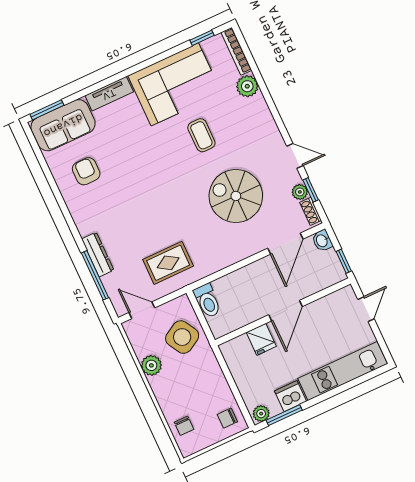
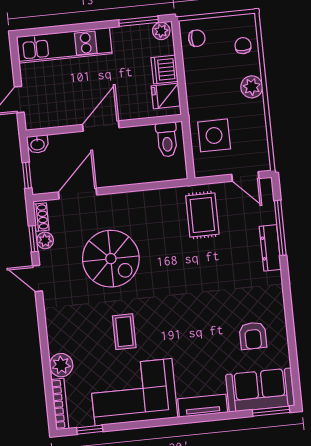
washbasin: (322, 241) -> (38, 144), moved, turned 90
window: (344, 261) -> (27, 175), moved
rug: (168, 263) -> (202, 215), turned 90
toilet: (207, 301) -> (167, 140), moved, turned 180
side table: (182, 337) -> (214, 135), turned 30
fridge: (261, 339) -> (166, 96), moved, turned -90
plant: (151, 365) -> (252, 87), moved
dishwasher: (291, 396) -> (165, 70), moved, turned 90

